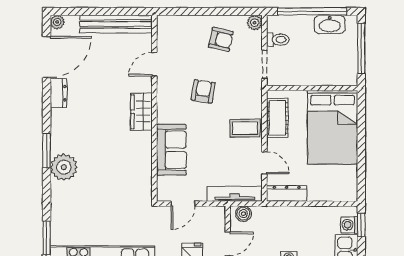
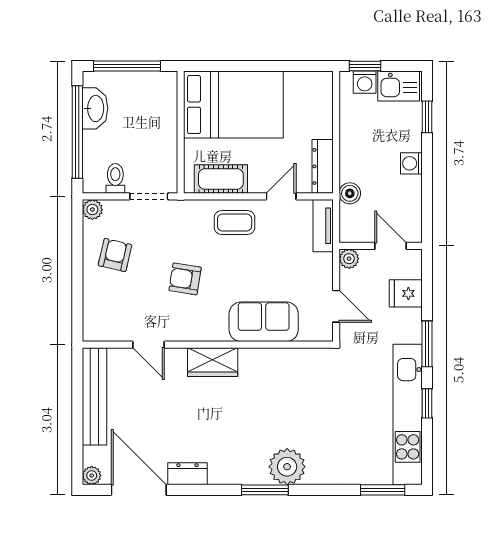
coffee table: (245, 128) -> (235, 223), turned 90
tv unit: (235, 194) -> (323, 226), width x0.71
plant: (218, 213) -> (349, 259), added
boiler: (243, 214) -> (350, 193), moved

